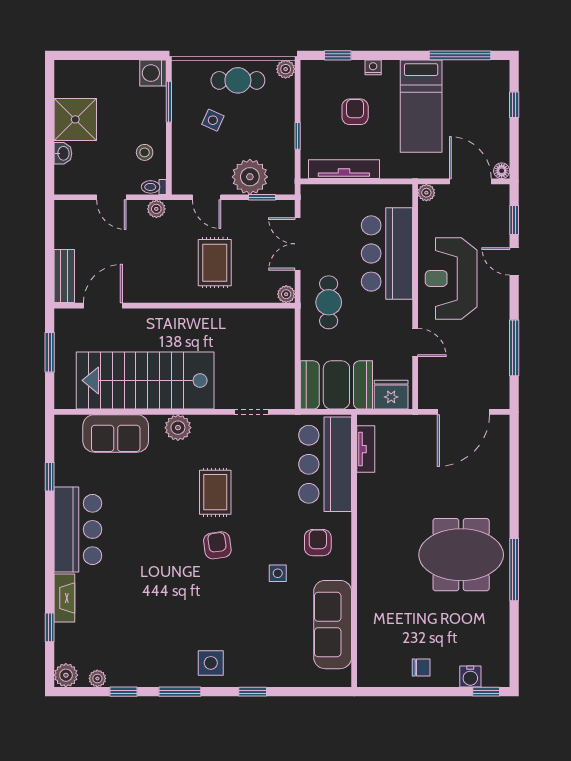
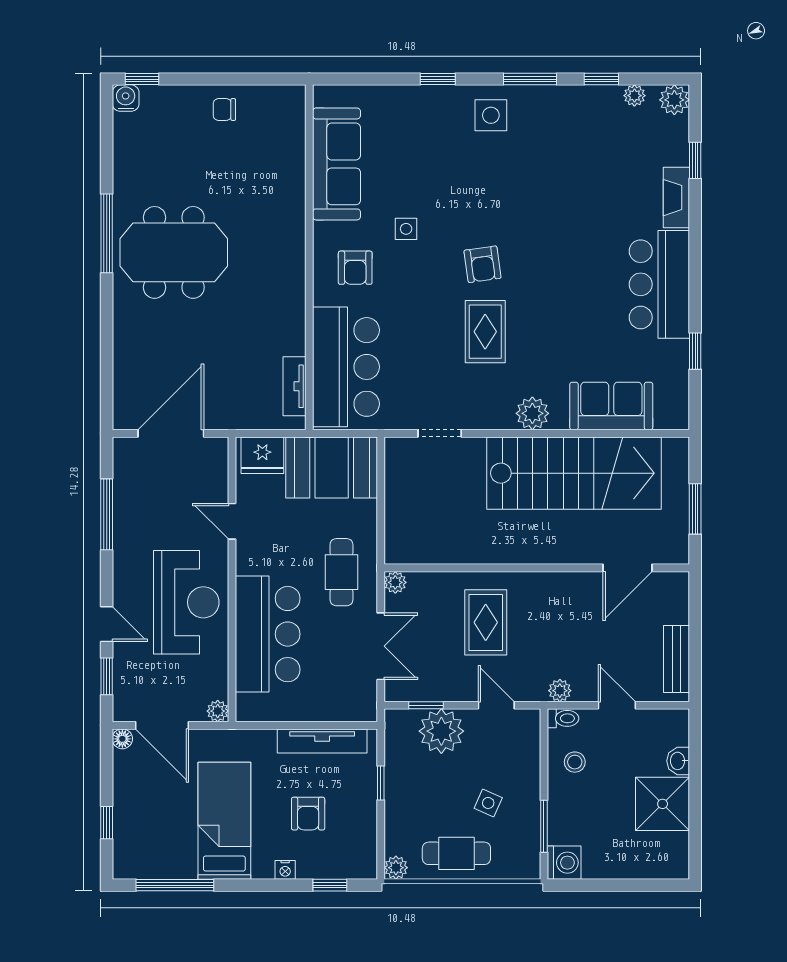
bench: (64, 276) -> (676, 659), moved
water cooler: (470, 677) -> (126, 98), moved

